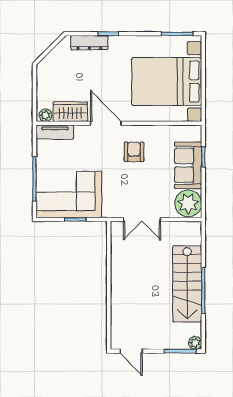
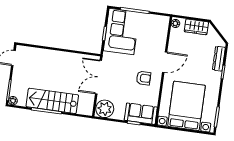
wardrobe: (70, 112) -> (196, 27), moved, turned 90
tv unit: (55, 132) -> (164, 28), removed
sofa: (188, 165) -> (141, 114), moved
double door: (142, 219) -> (98, 77), width x1.37

